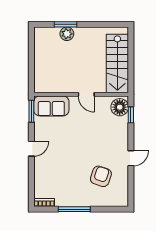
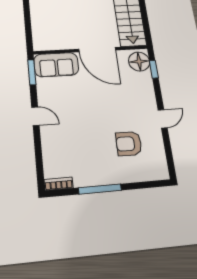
door: (86, 94) -> (97, 50), width x1.87
door: (31, 149) -> (35, 116), hinge flipped
armchair: (101, 176) -> (129, 144), turned -108

